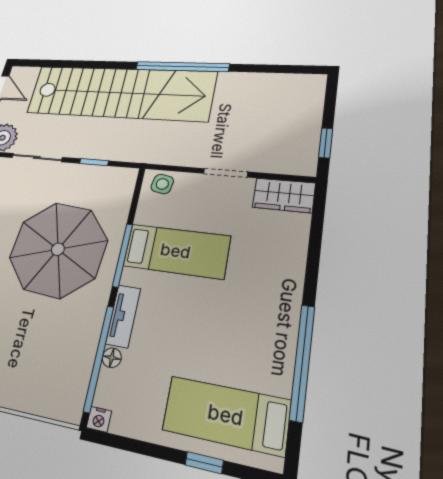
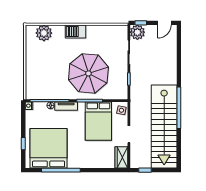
stairs: (119, 93) -> (164, 126), moved
bed: (176, 251) -> (98, 121), width x1.50
bed: (226, 415) -> (49, 148), width x2.04

